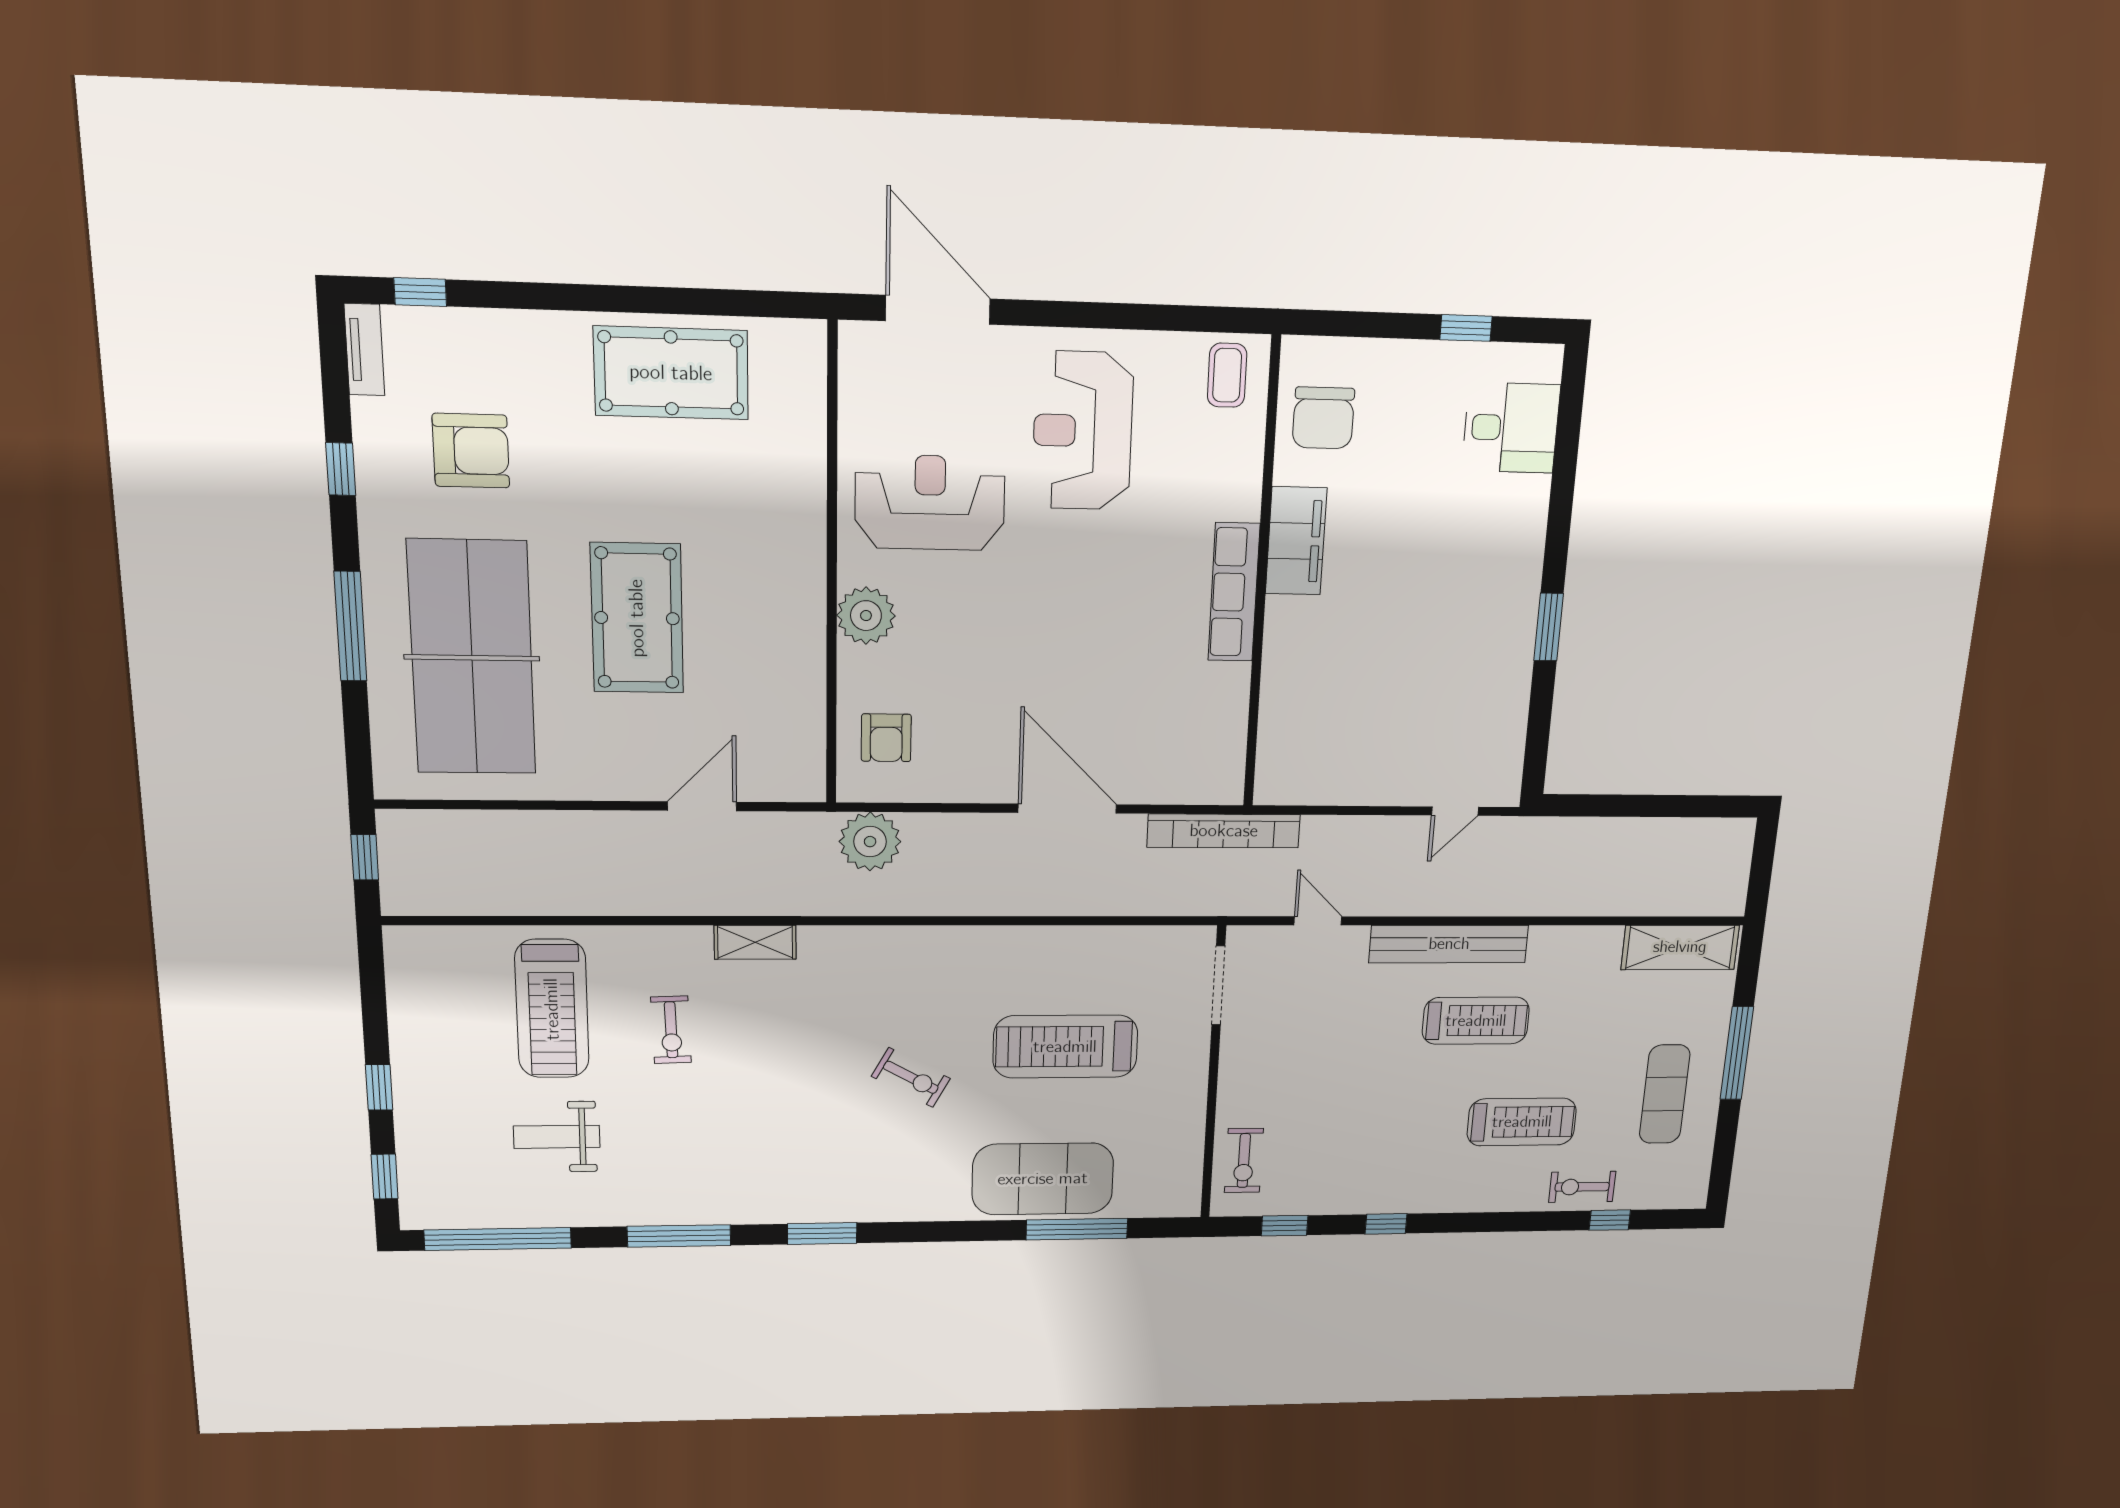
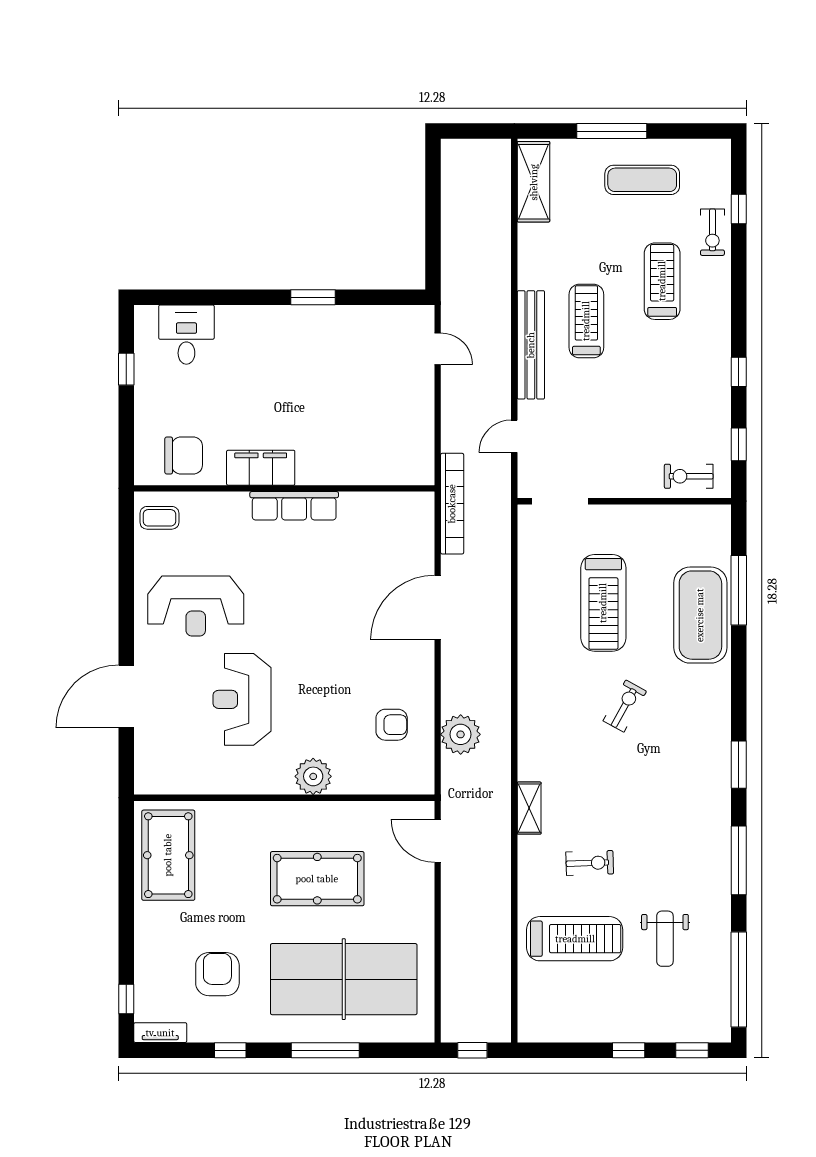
wall: (832, 569) -> (284, 798), moved
plant: (866, 616) -> (313, 776), moved
exercise bike: (1244, 1160) -> (689, 476), turned 180

